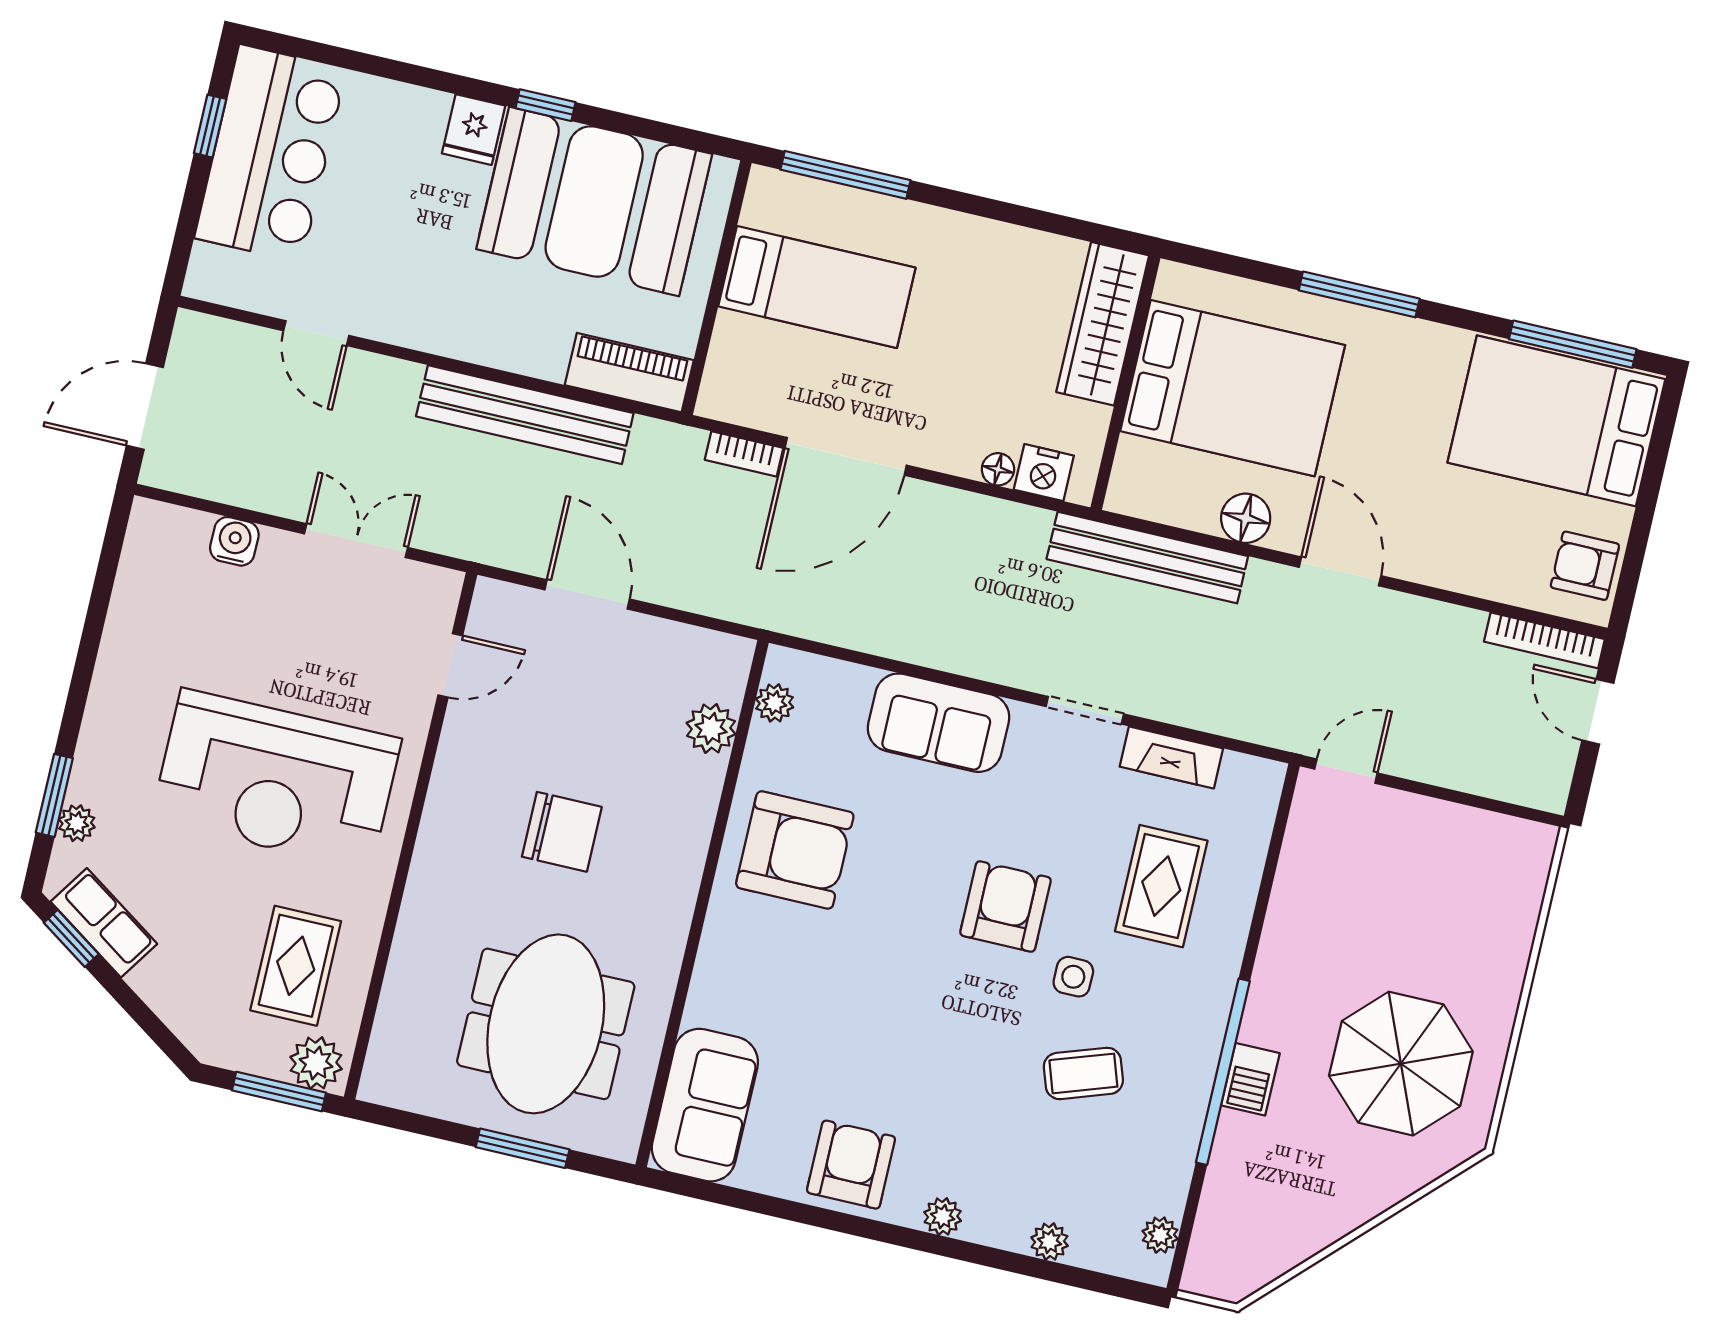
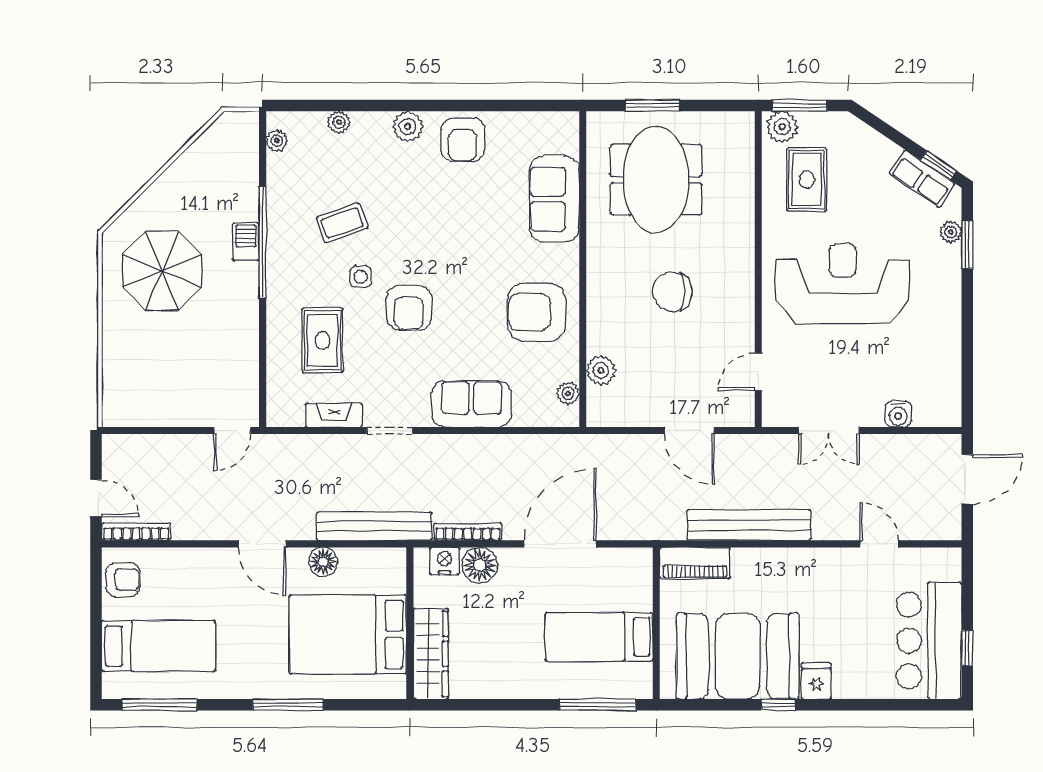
bed: (1556, 421) -> (159, 646), width x0.67
bookcase: (744, 454) -> (468, 532), moved, width x1.56
floor lamp: (998, 469) -> (480, 565), width x1.89, depth x1.89
sofa: (705, 1105) -> (554, 199), moved
plant: (943, 1217) -> (408, 126), width x1.38, depth x1.38

